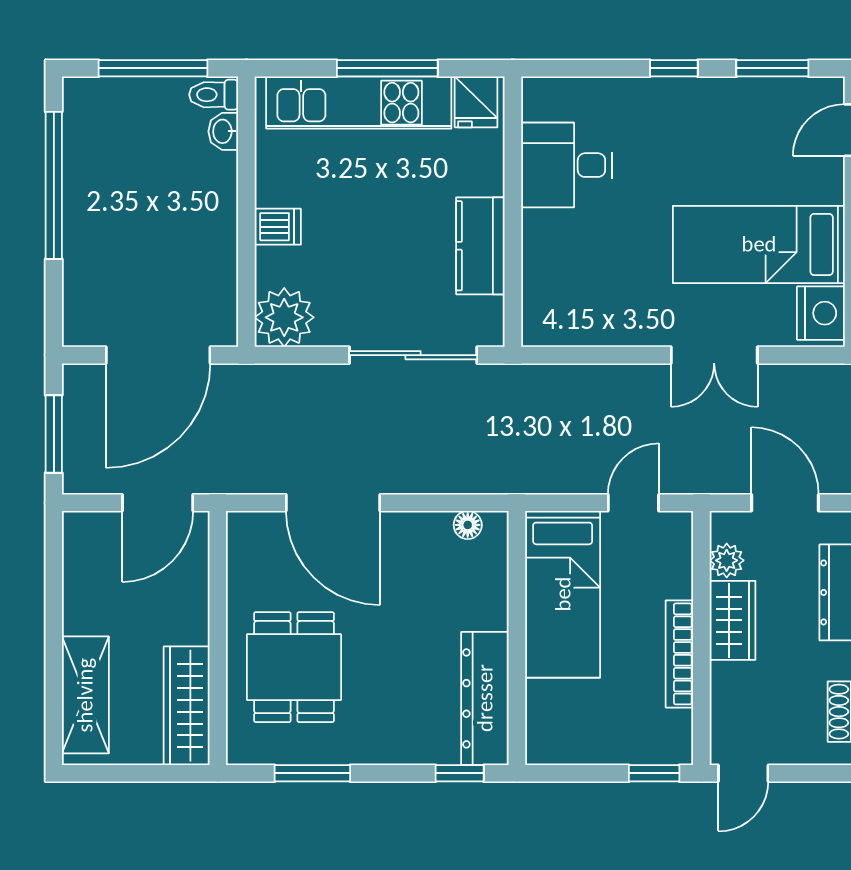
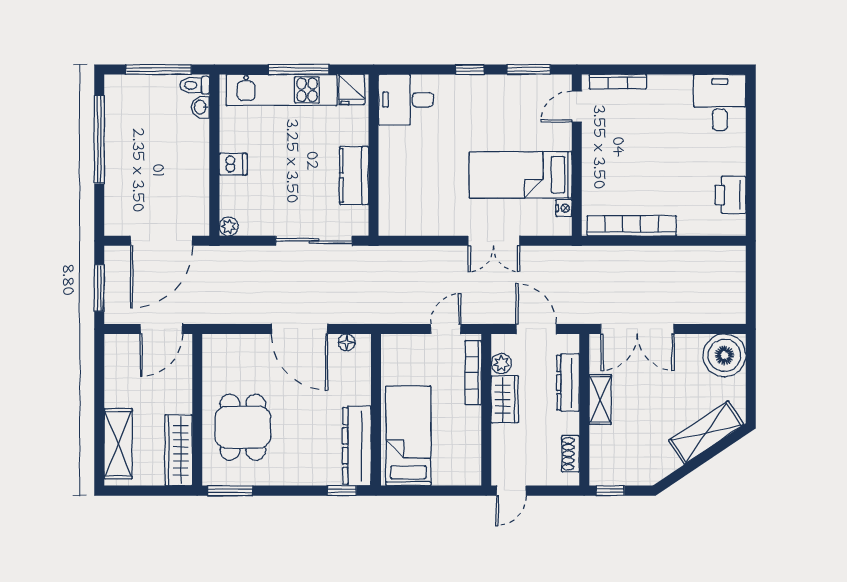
desk: (567, 165) -> (406, 100), moved
nightstand: (821, 313) -> (564, 208), width x0.53, depth x0.56
plant: (284, 317) -> (229, 227), width x0.53, depth x0.53
door: (333, 503) -> (300, 329), moved
bed: (563, 594) -> (408, 436), moved, turned 180
bookcase: (679, 654) -> (473, 373), moved
window: (312, 773) -> (230, 491), moved
window: (654, 773) -> (458, 491), removed

